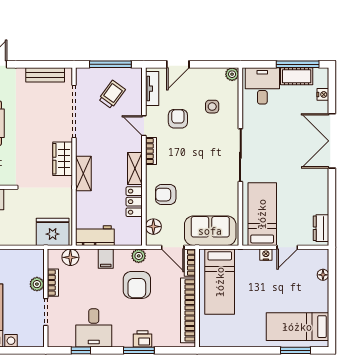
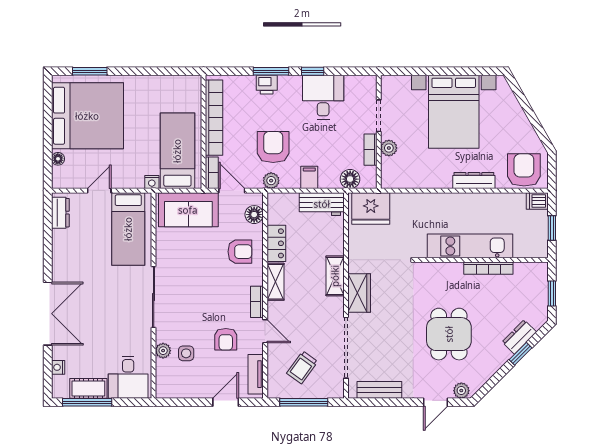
plant: (232, 74) -> (163, 351), moved
nightstand: (266, 255) -> (152, 182), moved
bed: (297, 327) -> (87, 116), width x2.04
window: (81, 350) -> (313, 71), moved

